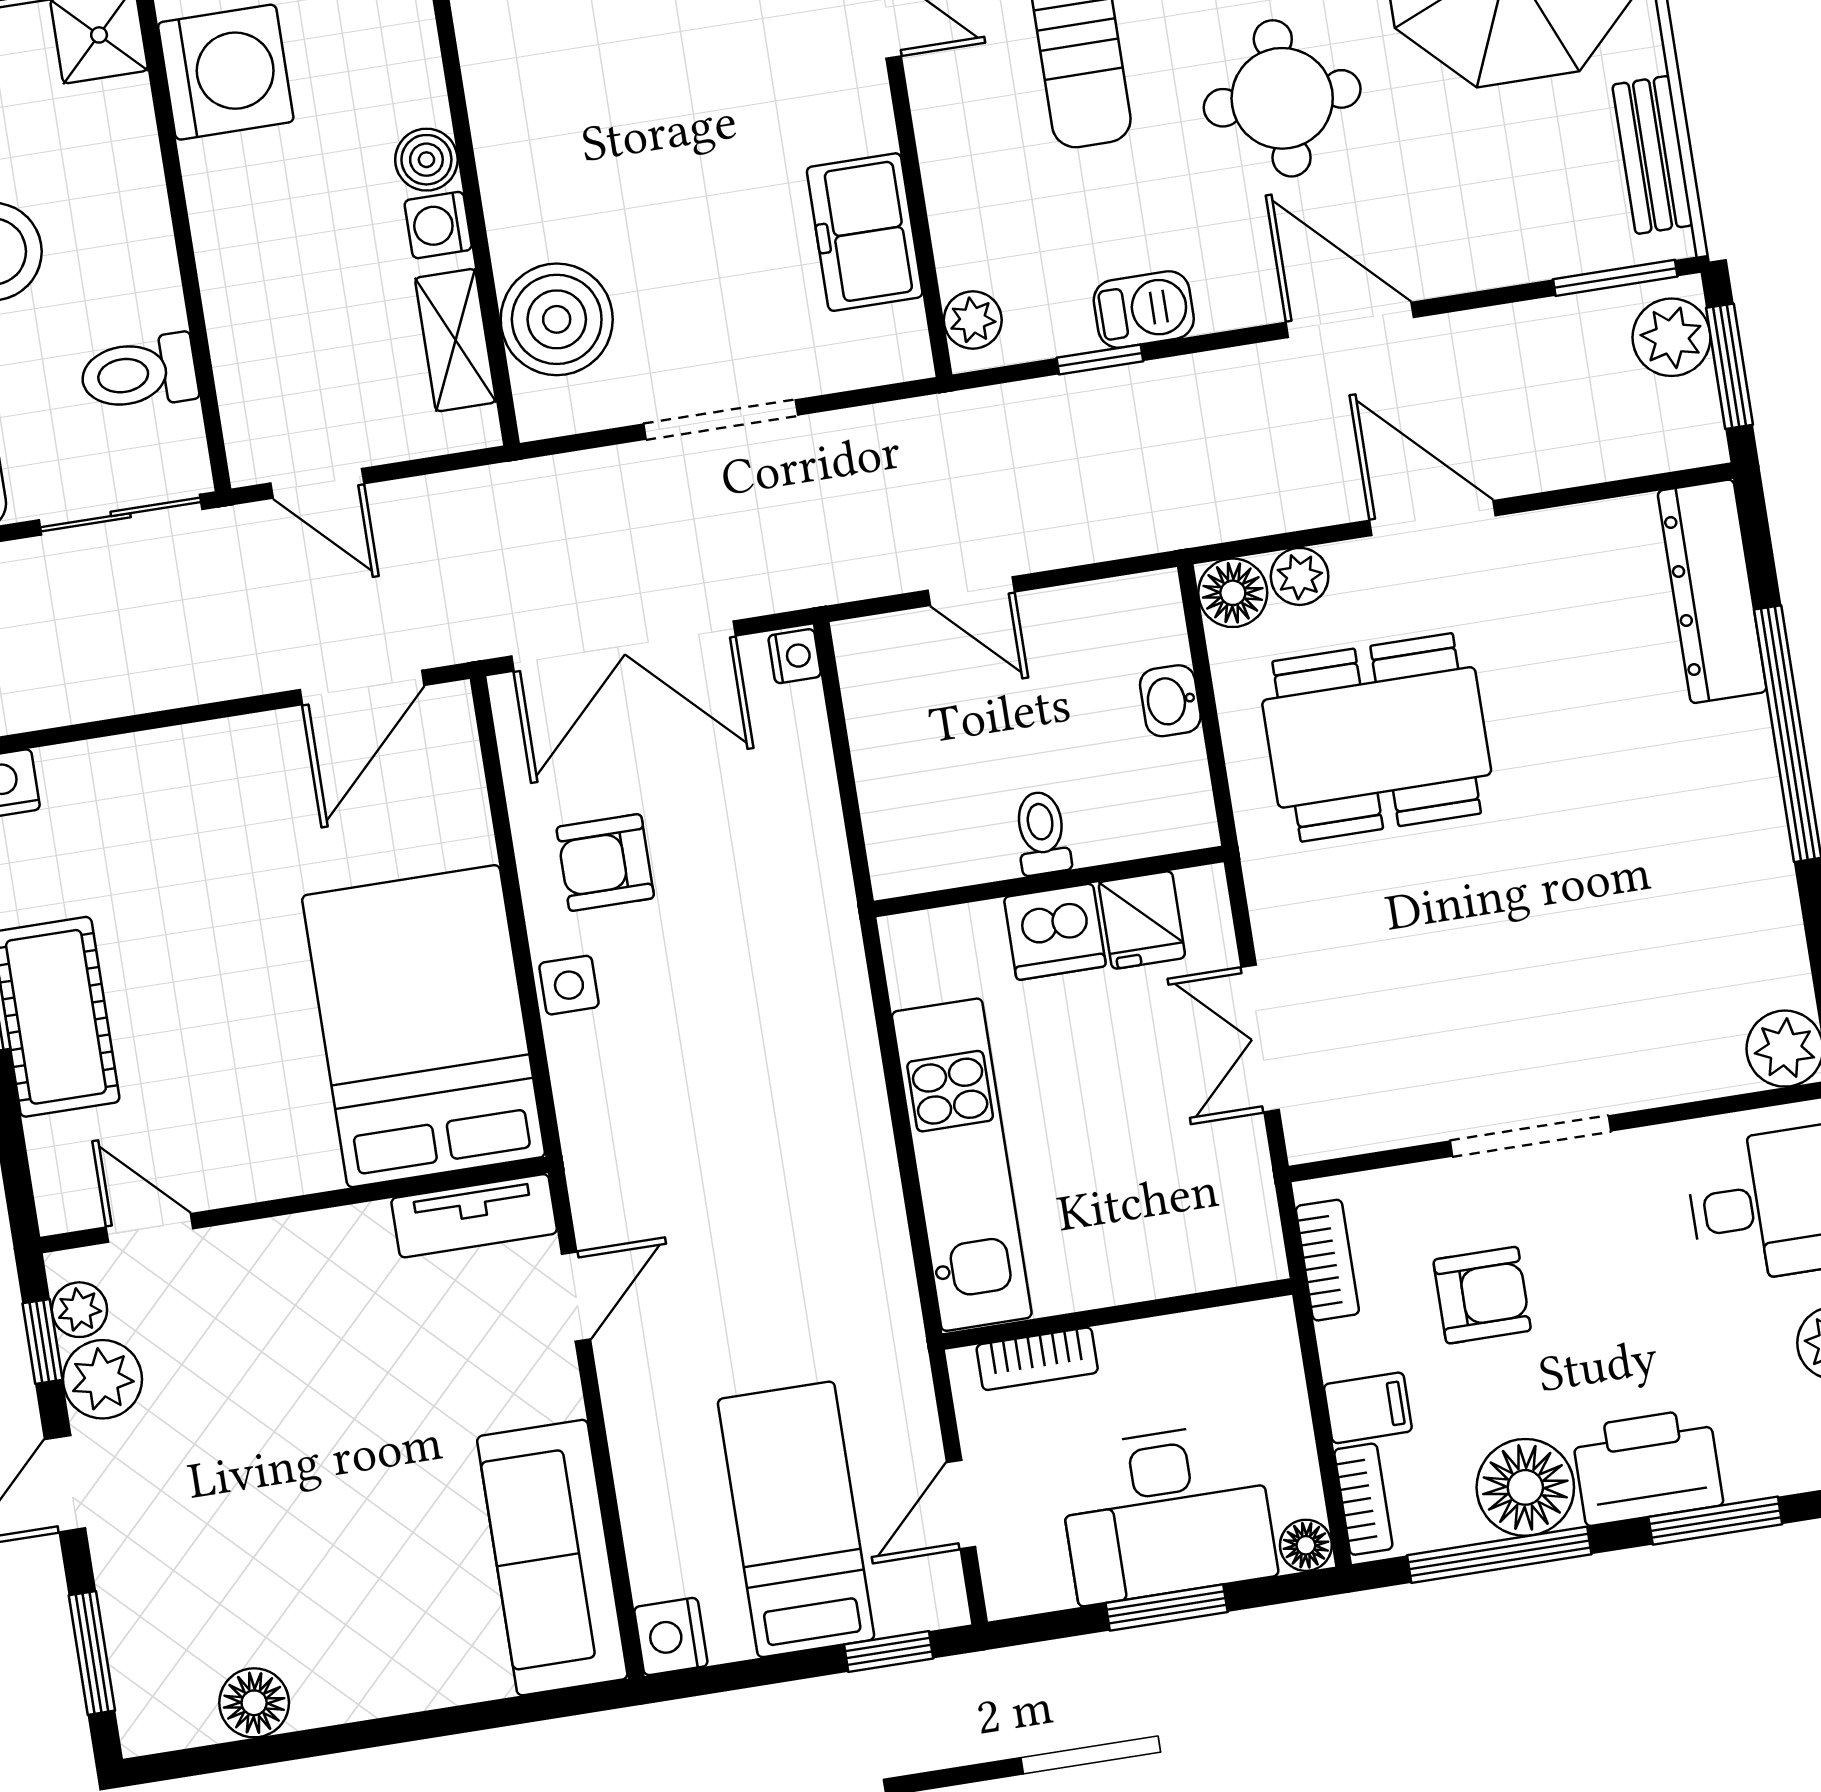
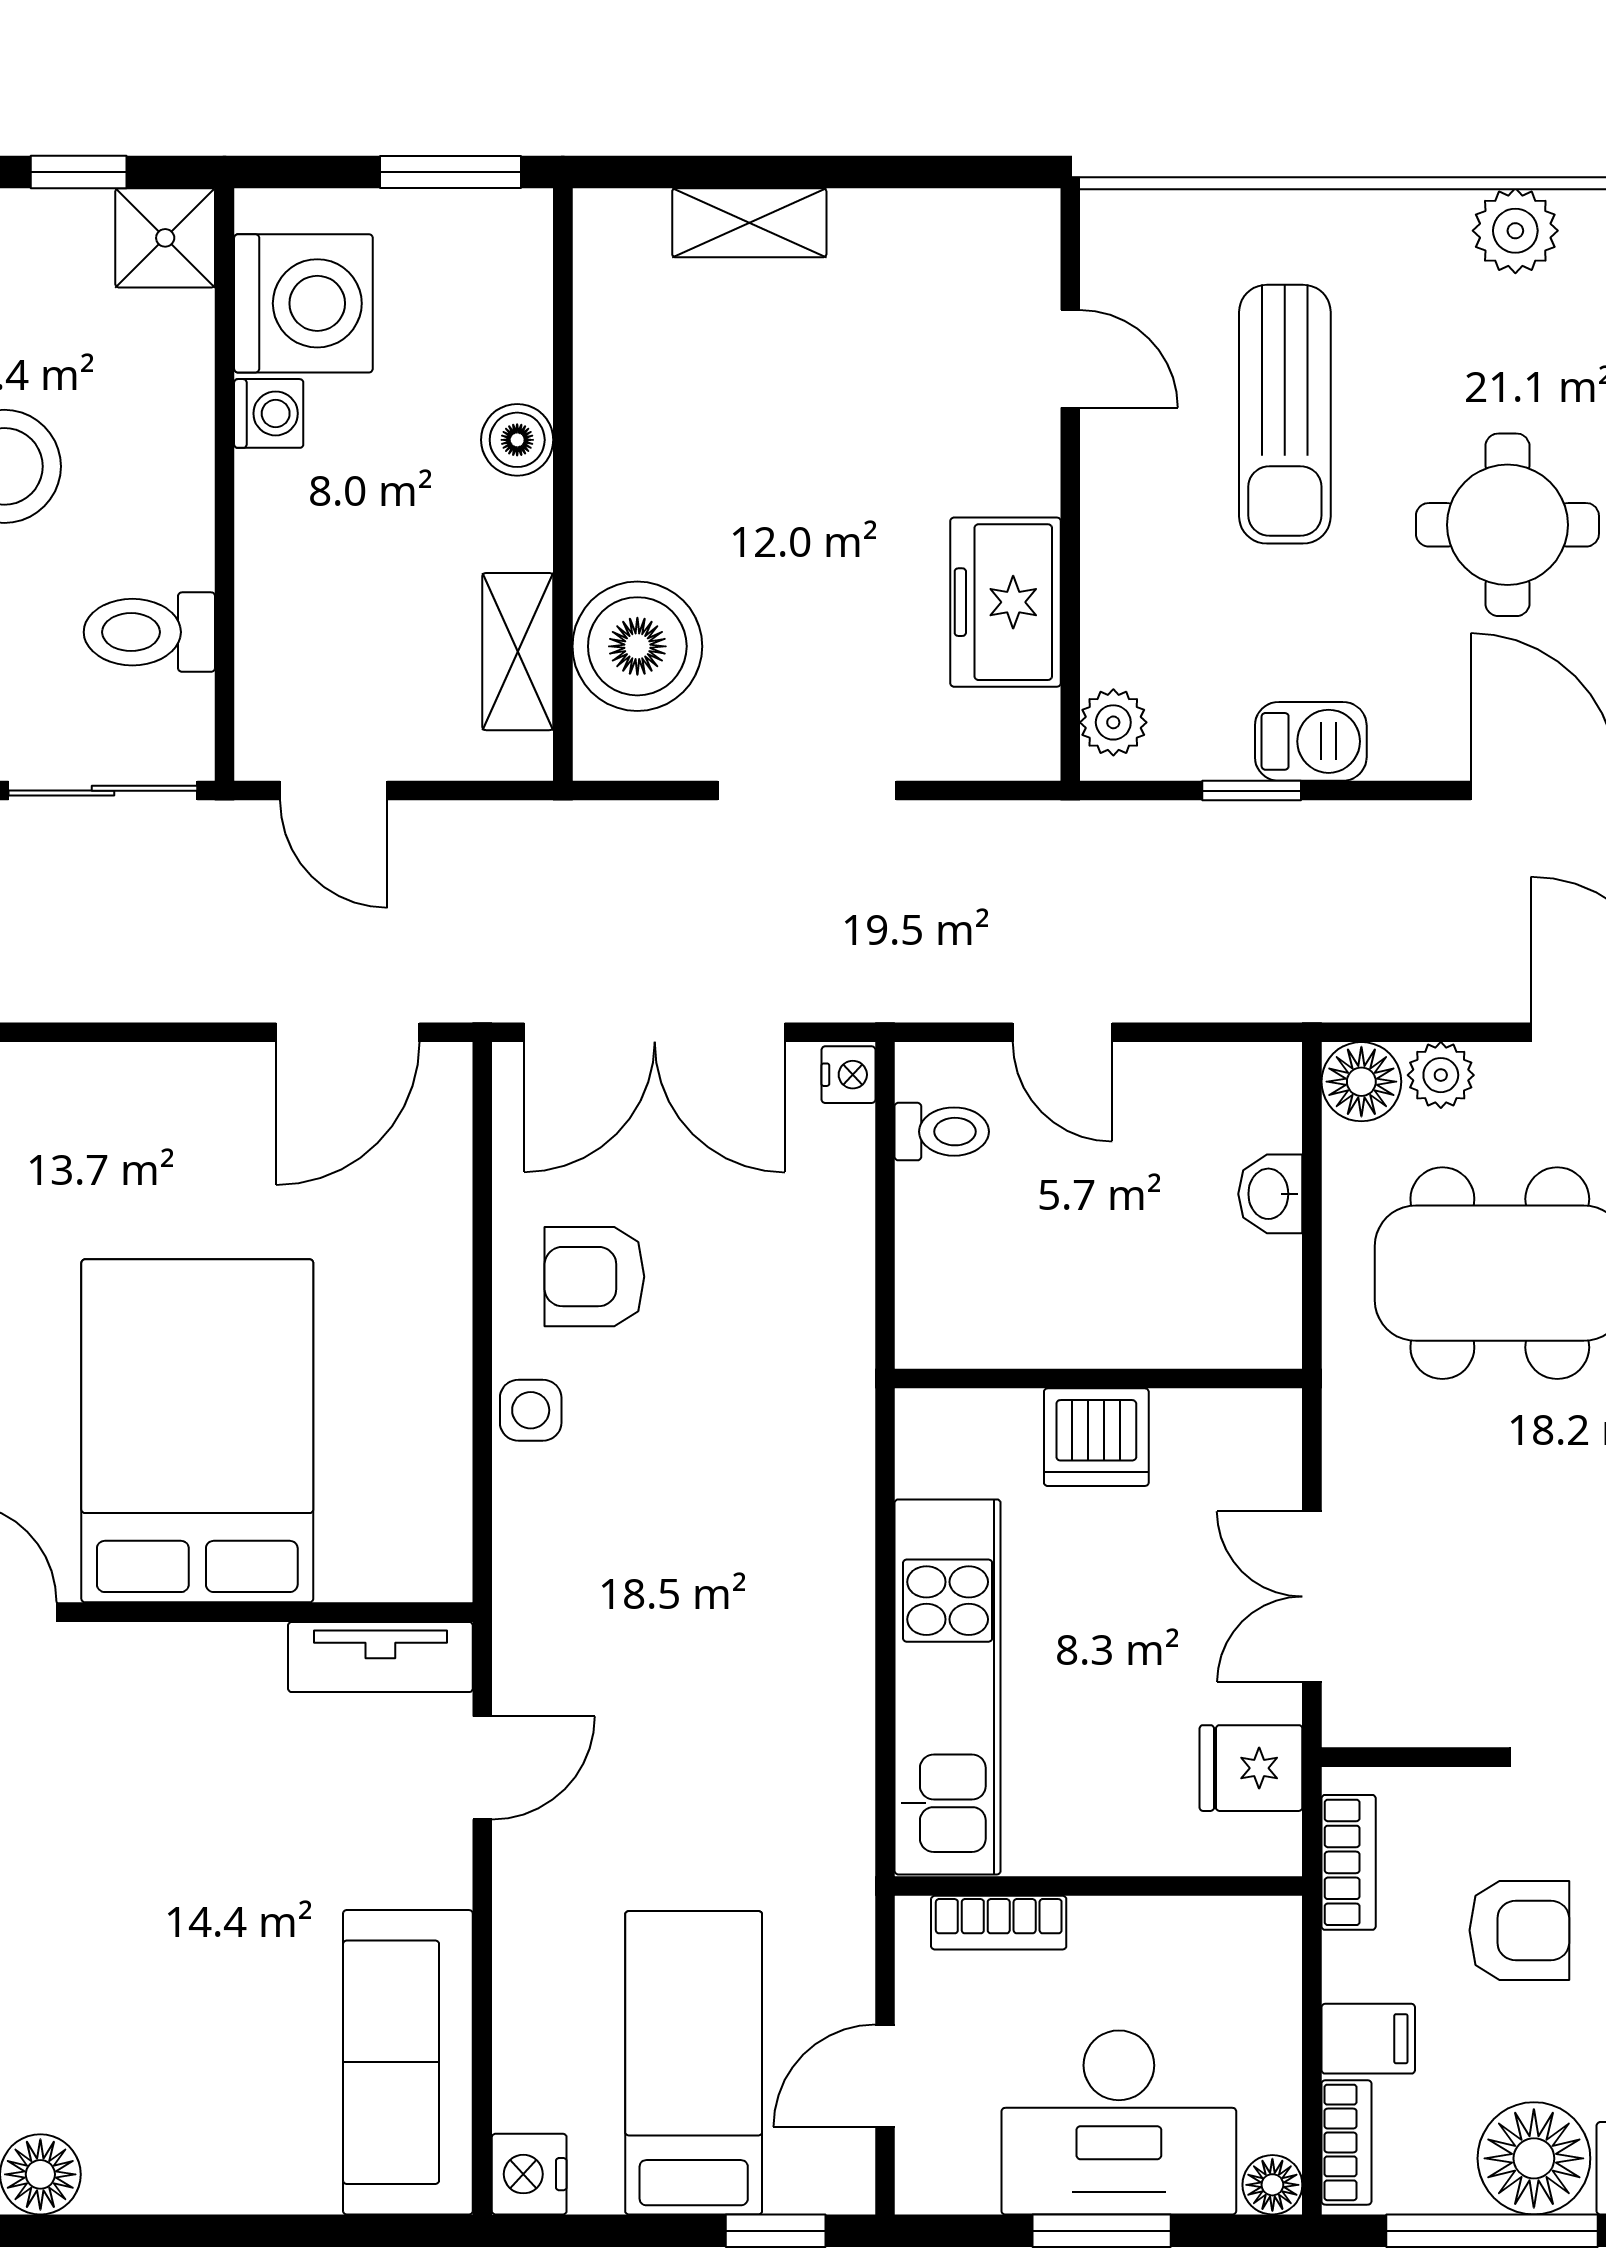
washing machine: (438, 225) -> (269, 413), moved, turned 180
toilet: (1042, 833) -> (942, 1132), moved, turned 90
fridge: (1142, 920) -> (1251, 1768), moved, turned 90
bed: (424, 1026) -> (197, 1431), moved

